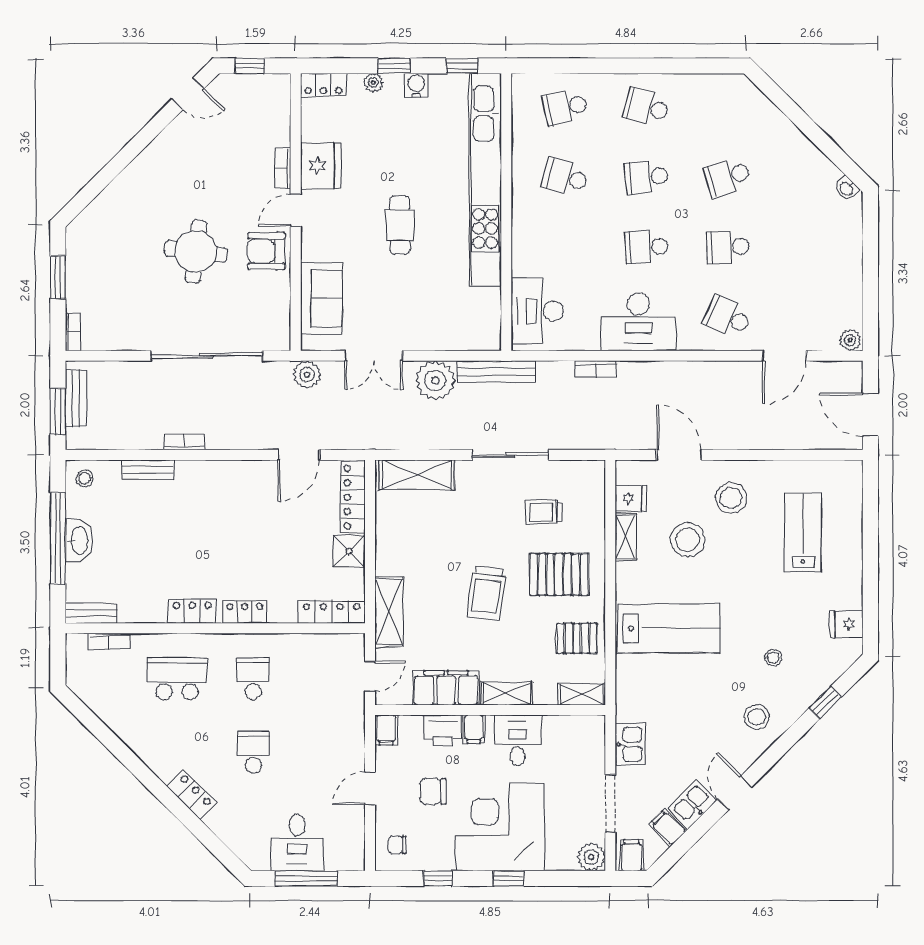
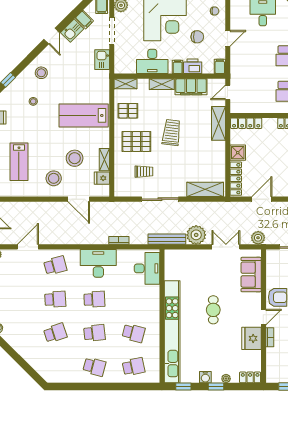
school desk: (728, 317) -> (55, 266), turned -39
desk: (518, 740) -> (152, 61), width x1.37

